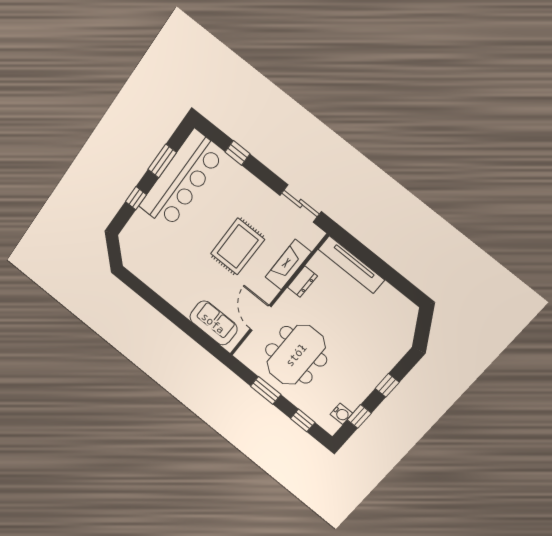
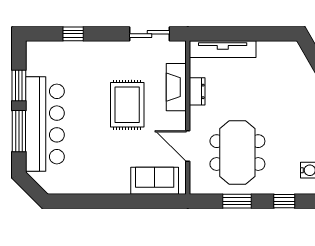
bar counter: (182, 180) -> (45, 124), moved
window: (136, 198) -> (19, 131), width x2.17

